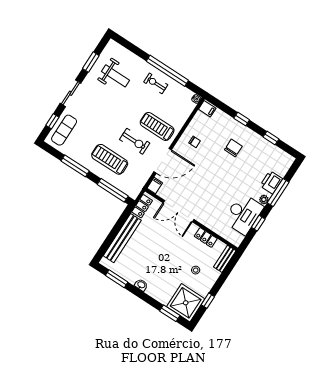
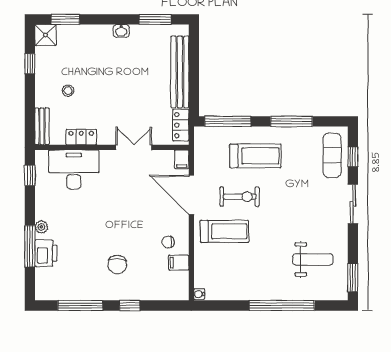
window: (91, 62) -> (353, 278), moved
window: (167, 71) -> (282, 305), moved
weight bench: (115, 76) -> (313, 259), turned 180
exercise bike: (156, 83) -> (259, 281), removed
filing cabinet: (207, 109) -> (179, 263), moved
window: (271, 138) -> (80, 305), width x2.17
exercise bike: (135, 141) -> (240, 197), turned 180
door: (163, 161) -> (191, 195), hinge flipped
double door: (178, 211) -> (134, 147), width x0.73
desk: (243, 214) -> (74, 170), moved, turned 90
window: (258, 223) -> (30, 175), moved
shower: (186, 303) -> (45, 35), width x0.54, depth x0.54

